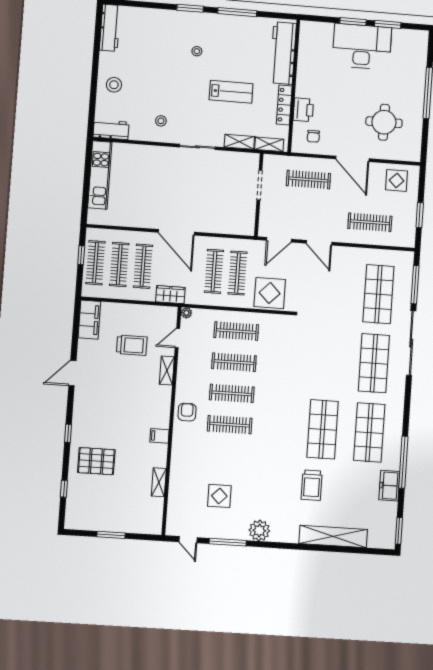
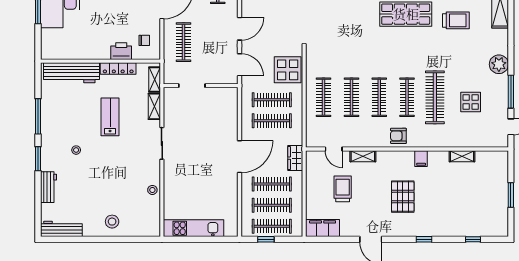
stool: (161, 121) -> (152, 190), moved
workbench: (111, 130) -> (49, 187), moved, turned 180
plant: (186, 313) -> (311, 143), removed
clothes rail: (227, 456) -> (435, 97), added
pallet: (96, 461) -> (403, 197), moved

